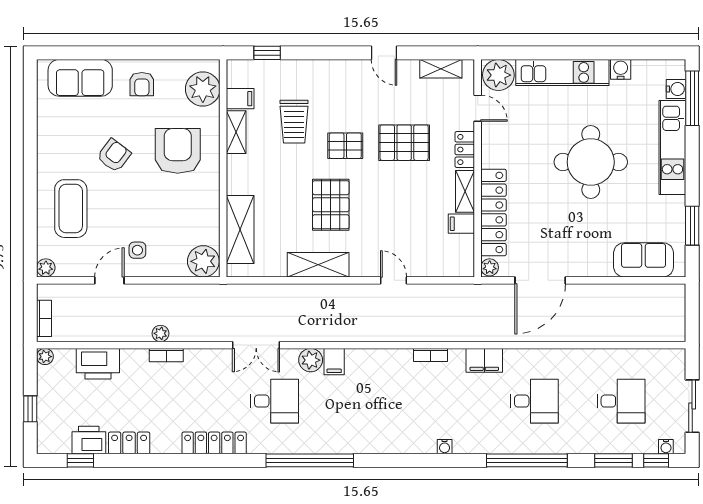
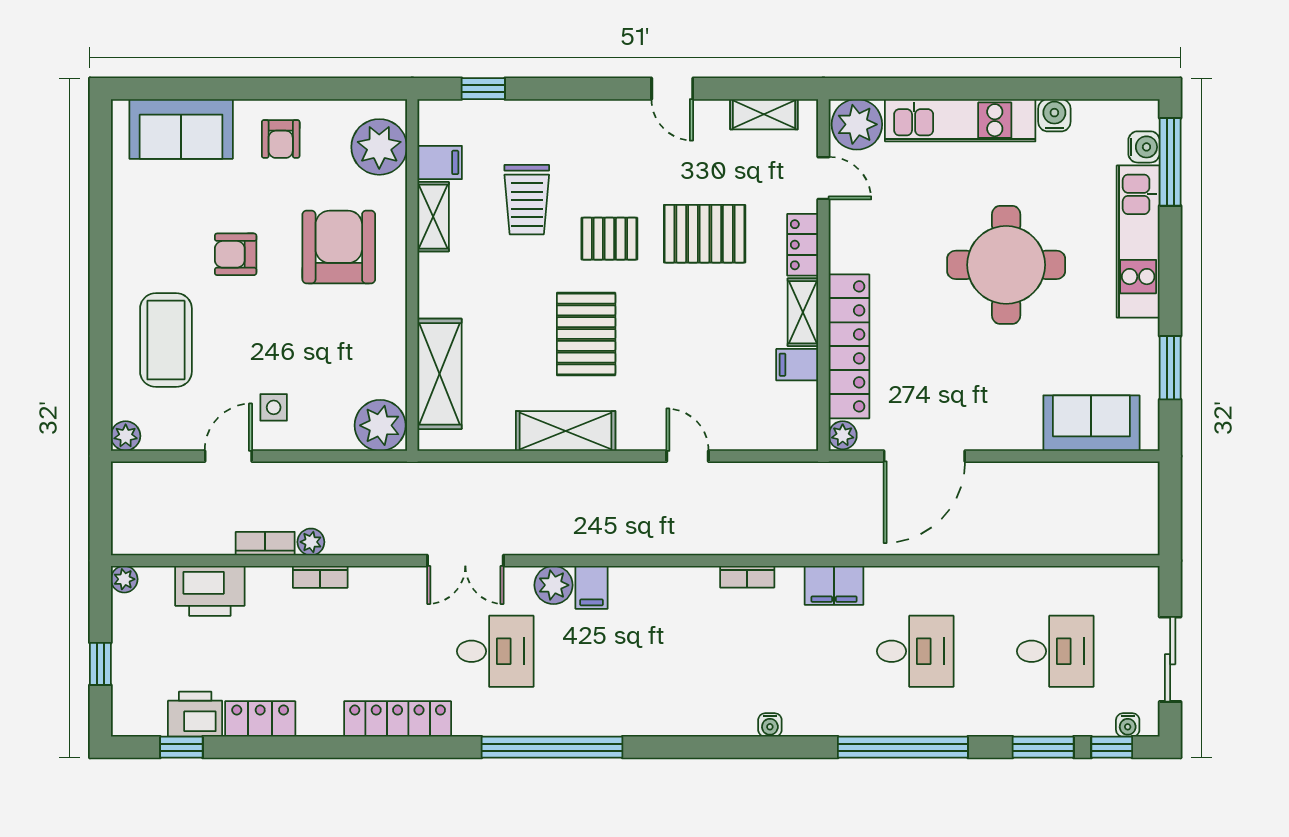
armchair: (114, 155) -> (236, 254), turned -127
bookcase: (44, 318) -> (265, 544), moved, turned -90

